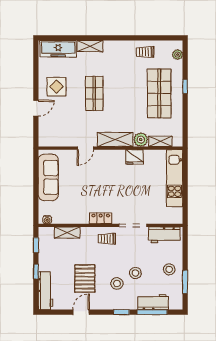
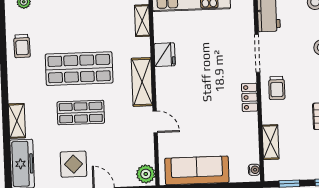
shop shelf: (159, 93) -> (79, 69), moved
plant: (141, 140) -> (146, 174), moved

